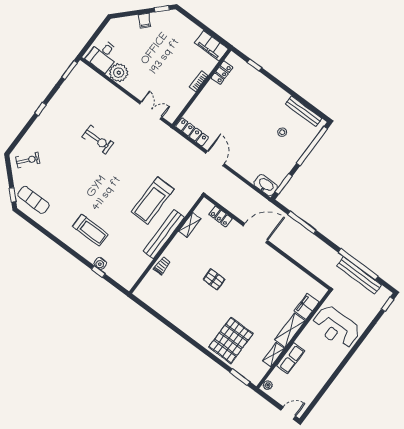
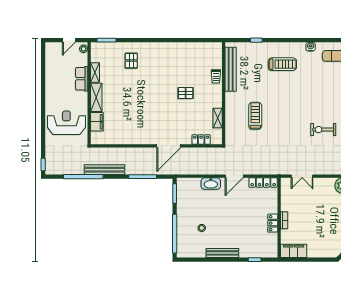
locker: (222, 73) -> (273, 223), moved
bench: (304, 111) -> (222, 253), moved
door: (215, 158) -> (234, 176), hinge flipped
washbasin: (266, 185) -> (211, 184), moved
treadmill: (153, 201) -> (255, 116), width x0.73, depth x0.73
treadmill: (90, 230) -> (282, 64), turned 180
bench: (164, 234) -> (231, 69), moved
water cooler: (100, 263) -> (311, 47), moved
bench: (359, 275) -> (105, 170), moved
pallet: (214, 279) -> (186, 93), moved
pallet: (231, 340) -> (131, 61), width x0.49, depth x0.50
door: (288, 413) -> (69, 40), moved

